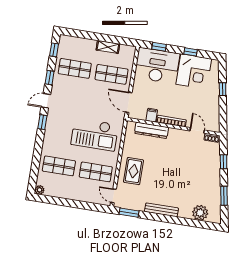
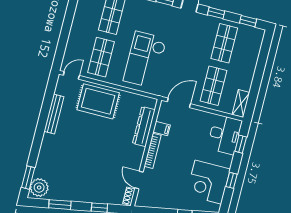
shelving: (108, 47) -> (241, 104), moved
desk: (157, 66) -> (225, 135), width x0.73, depth x0.77
door: (197, 130) -> (139, 180), swing flipped
rug: (133, 171) -> (98, 101), width x1.36, depth x1.43
bench: (162, 210) -> (54, 114), moved
window: (129, 213) -> (28, 178), moved
plant: (200, 213) -> (39, 188), moved

